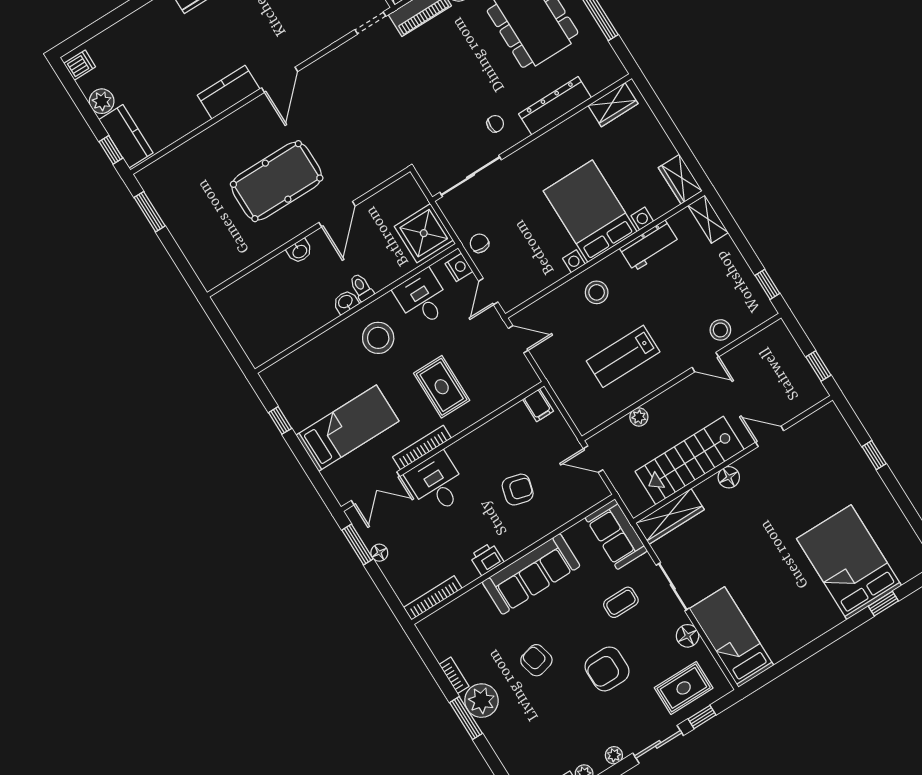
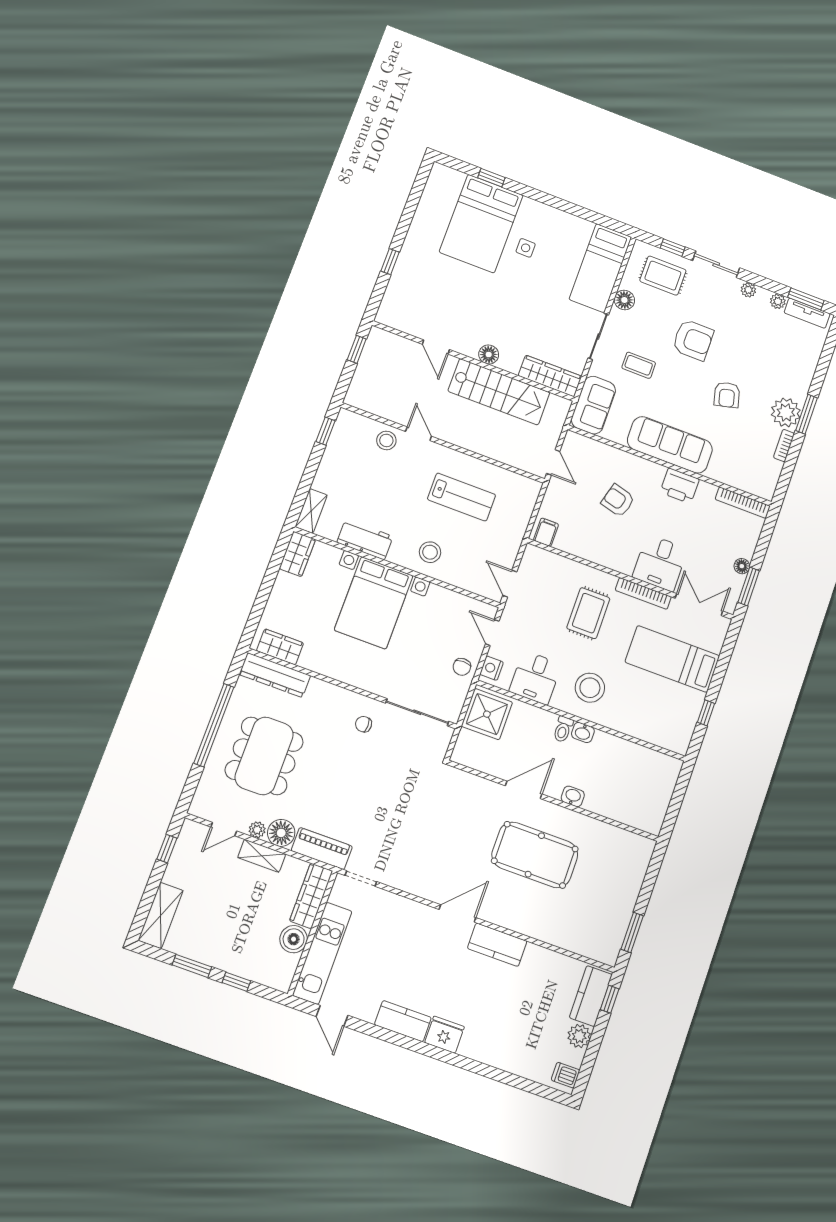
dresser: (555, 106) -> (275, 675), moved
door: (488, 292) -> (492, 633), swing flipped
plant: (639, 417) -> (497, 452), removed
printer: (487, 559) -> (680, 486), width x1.36, depth x1.24
side table: (798, 584) -> (526, 248), added

